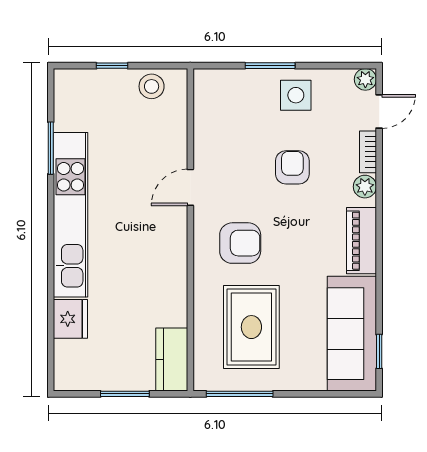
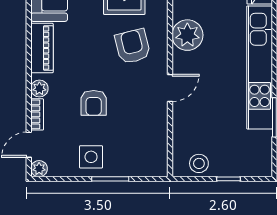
armchair: (240, 243) -> (133, 46), turned 76
plant: (167, 258) -> (187, 35), added

